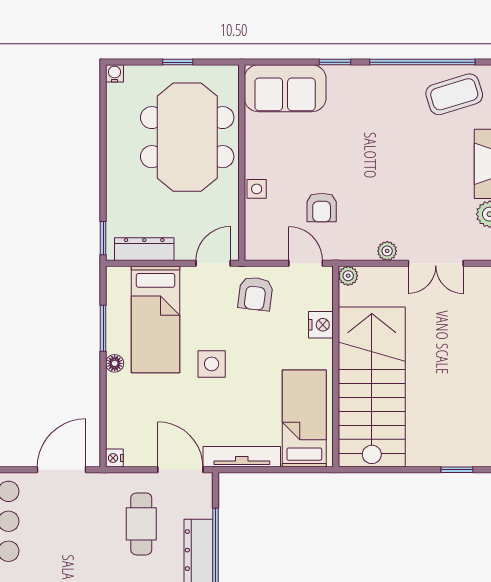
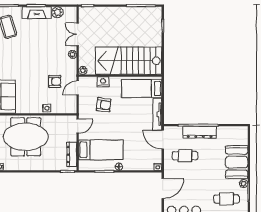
door: (213, 263) -> (78, 126), swing flipped
double door: (436, 263) -> (78, 34), swing flipped
armchair: (255, 294) -> (104, 105), moved
side table: (212, 364) -> (119, 127), removed
door: (62, 470) -> (163, 189), swing flipped
door: (180, 470) -> (163, 140), hinge flipped

